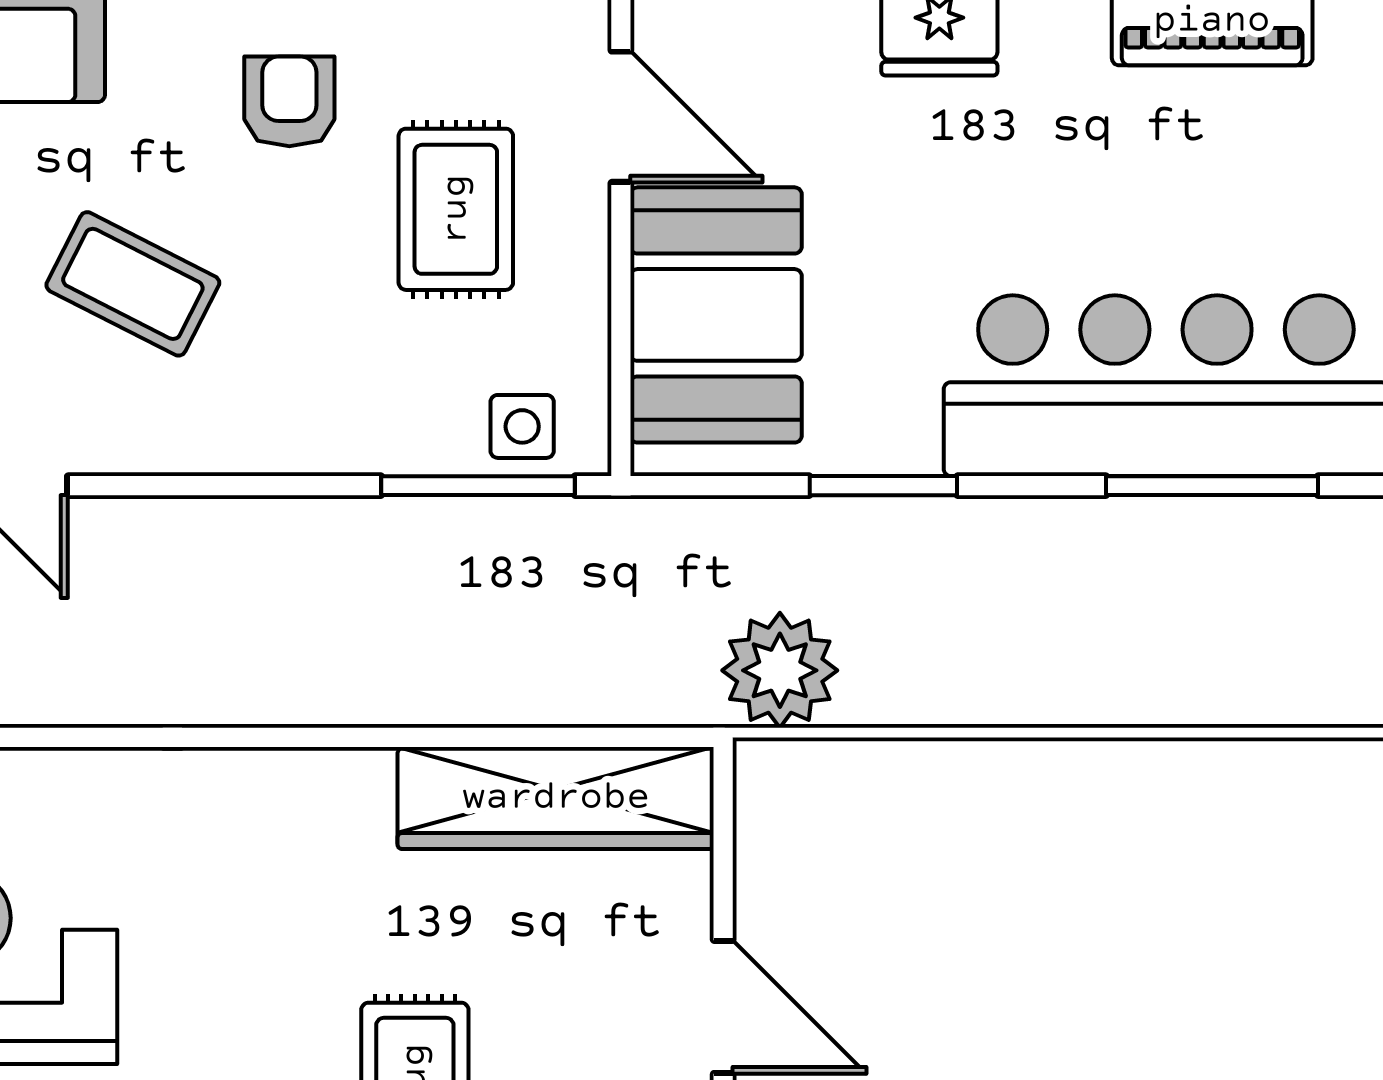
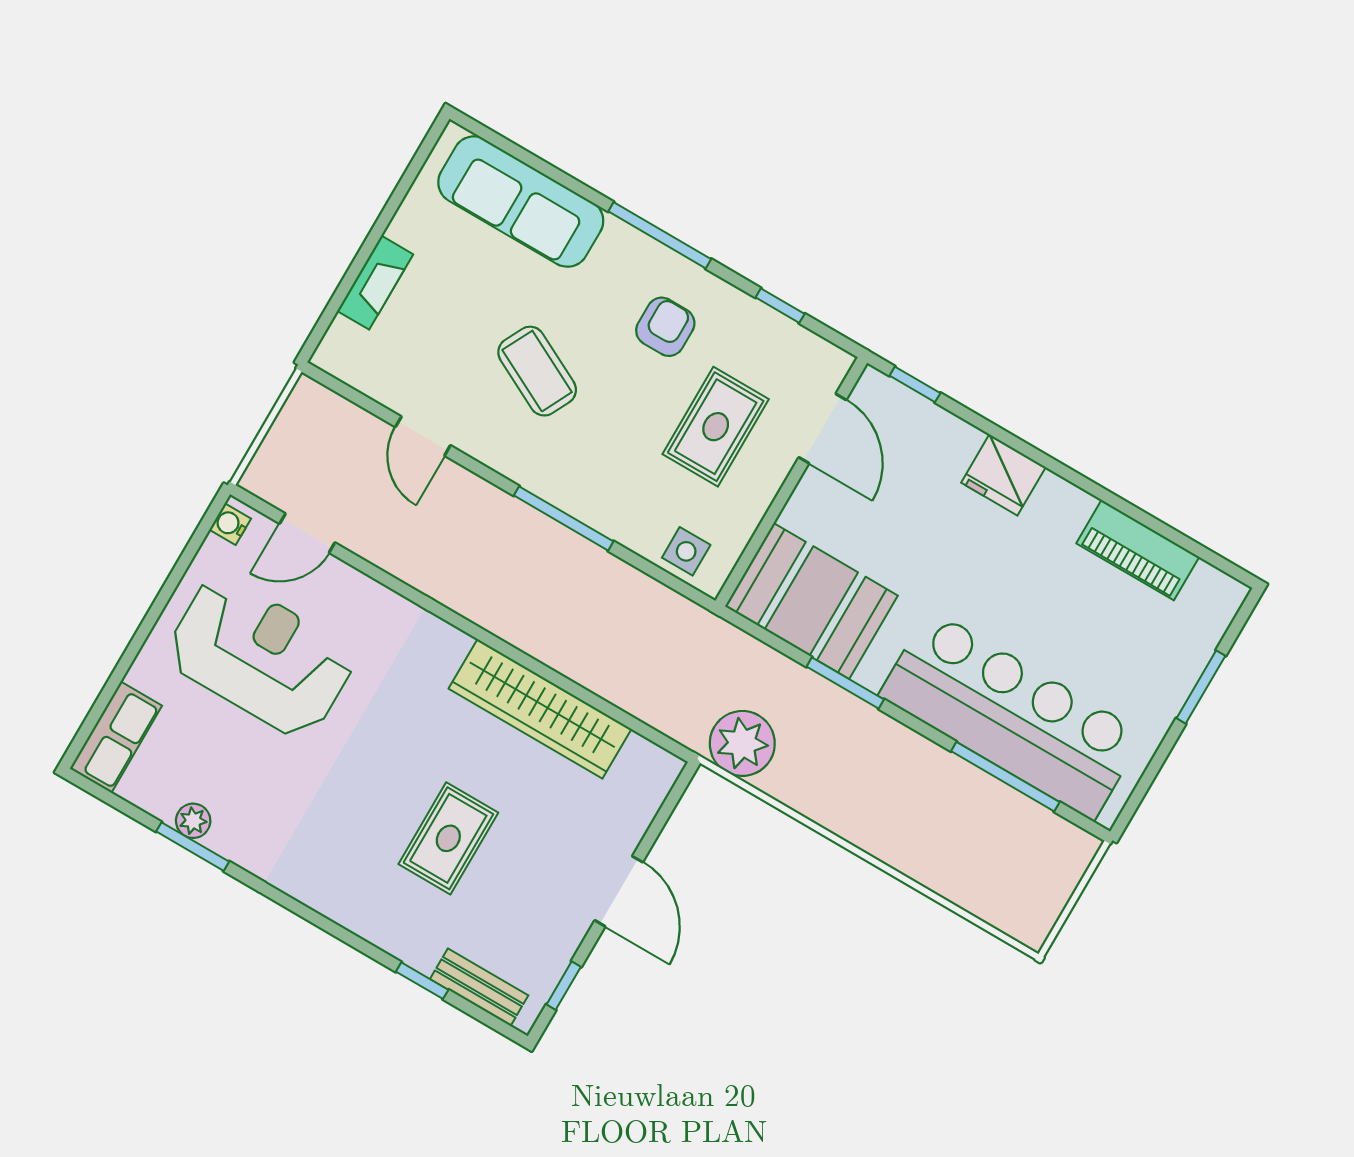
booth: (716, 315) -> (811, 601), moved, turned 90
window: (478, 486) -> (564, 518), moved
wardrobe: (556, 798) -> (540, 709), moved

